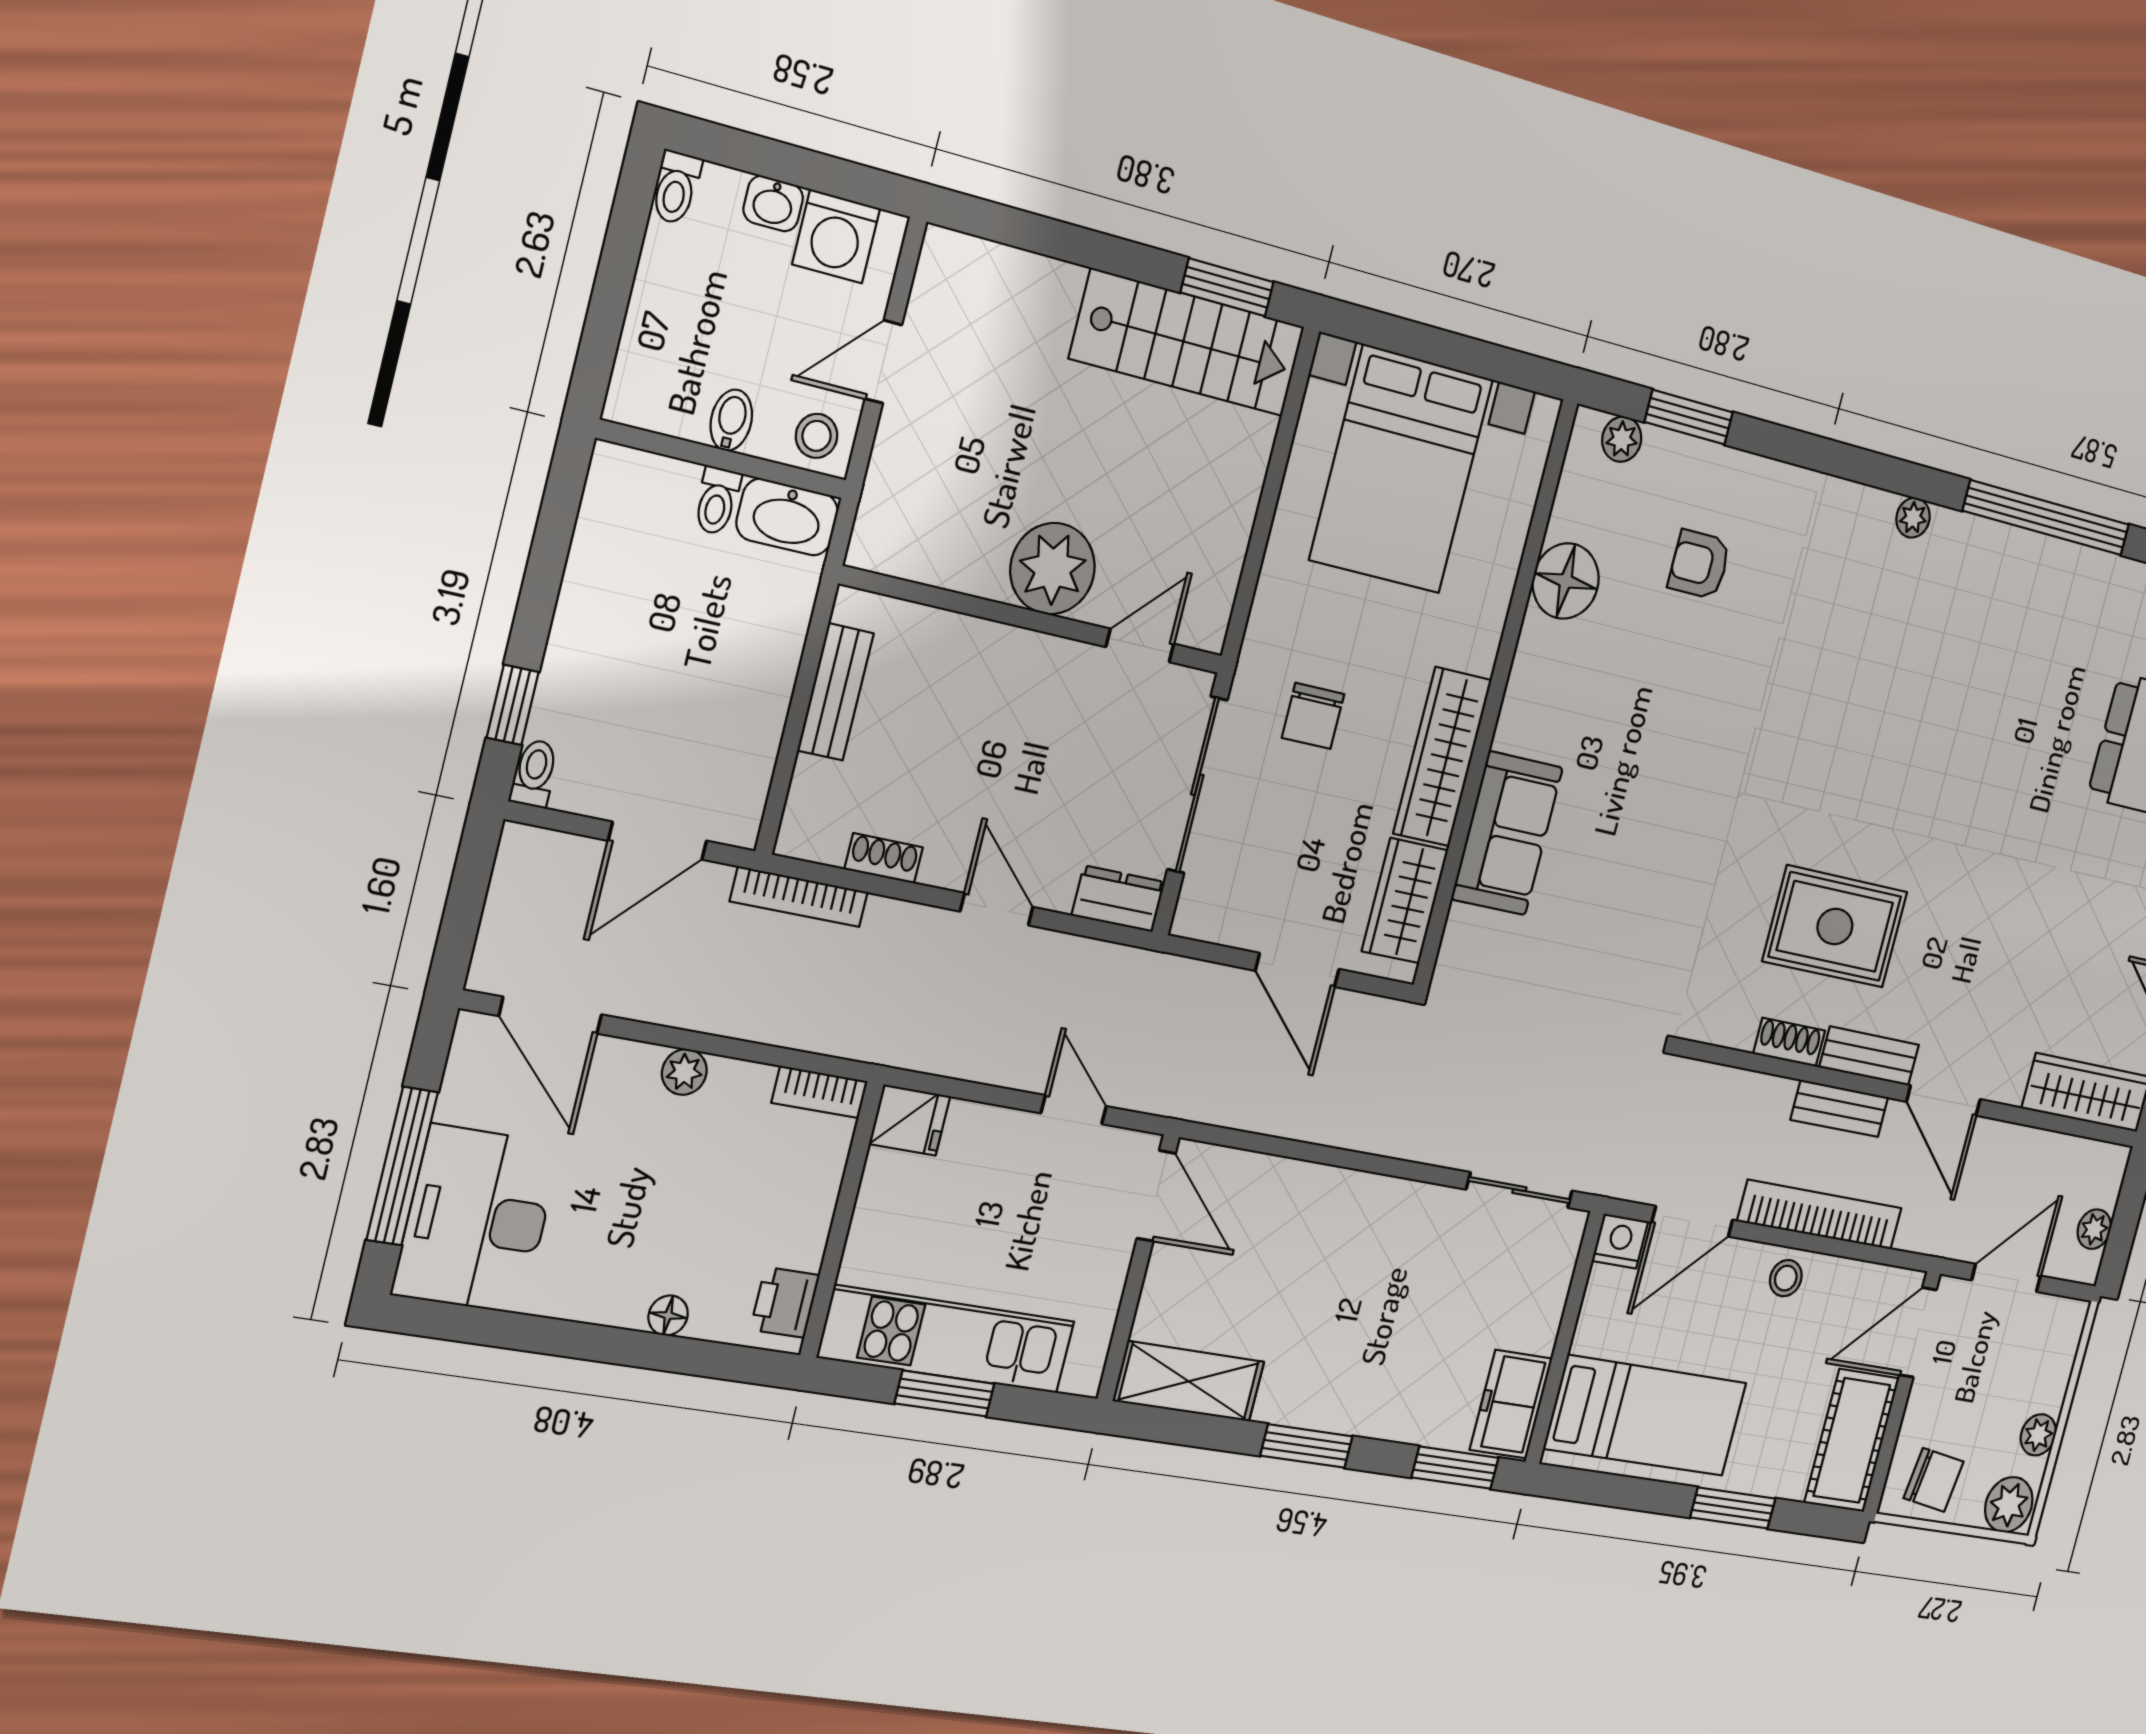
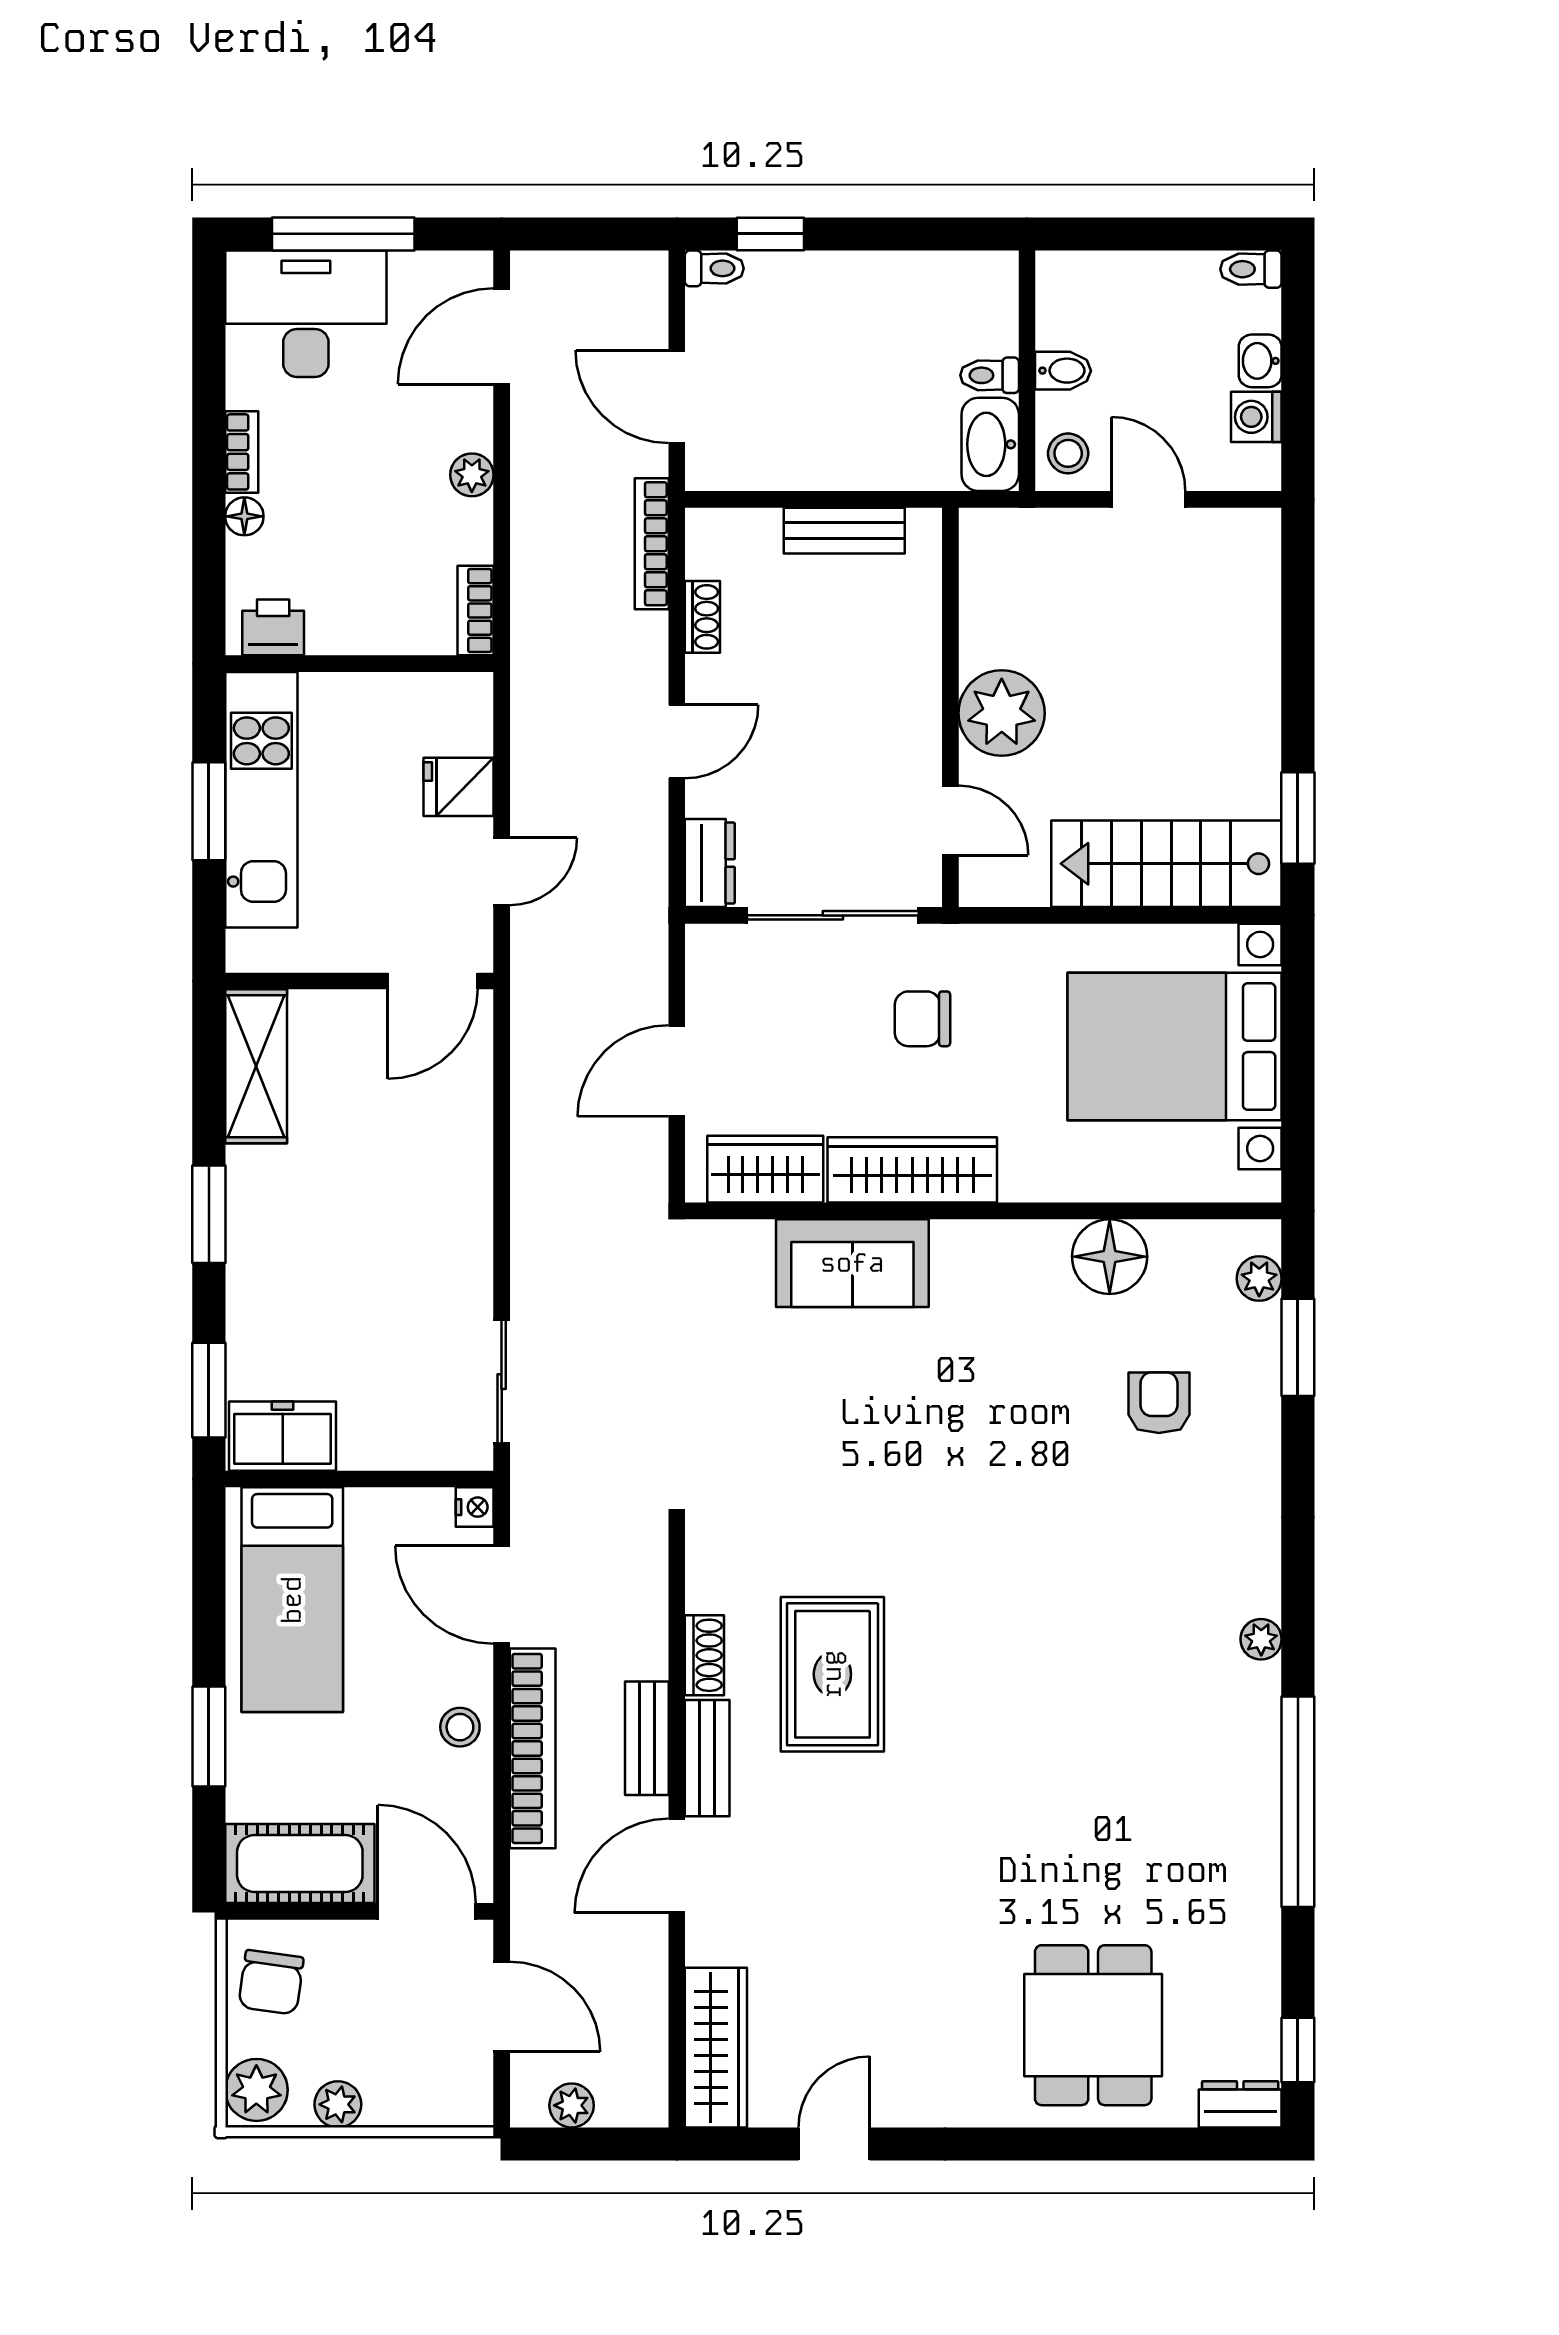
washing machine: (836, 236) -> (1256, 417), width x0.73, depth x0.73
stairs: (1188, 343) -> (1166, 864), moved, turned 90
fridge: (910, 1120) -> (458, 787), moved, turned 90
nightstand: (1620, 1241) -> (475, 1507), width x0.72, depth x0.74
bookcase: (603, 1309) -> (242, 452), added

